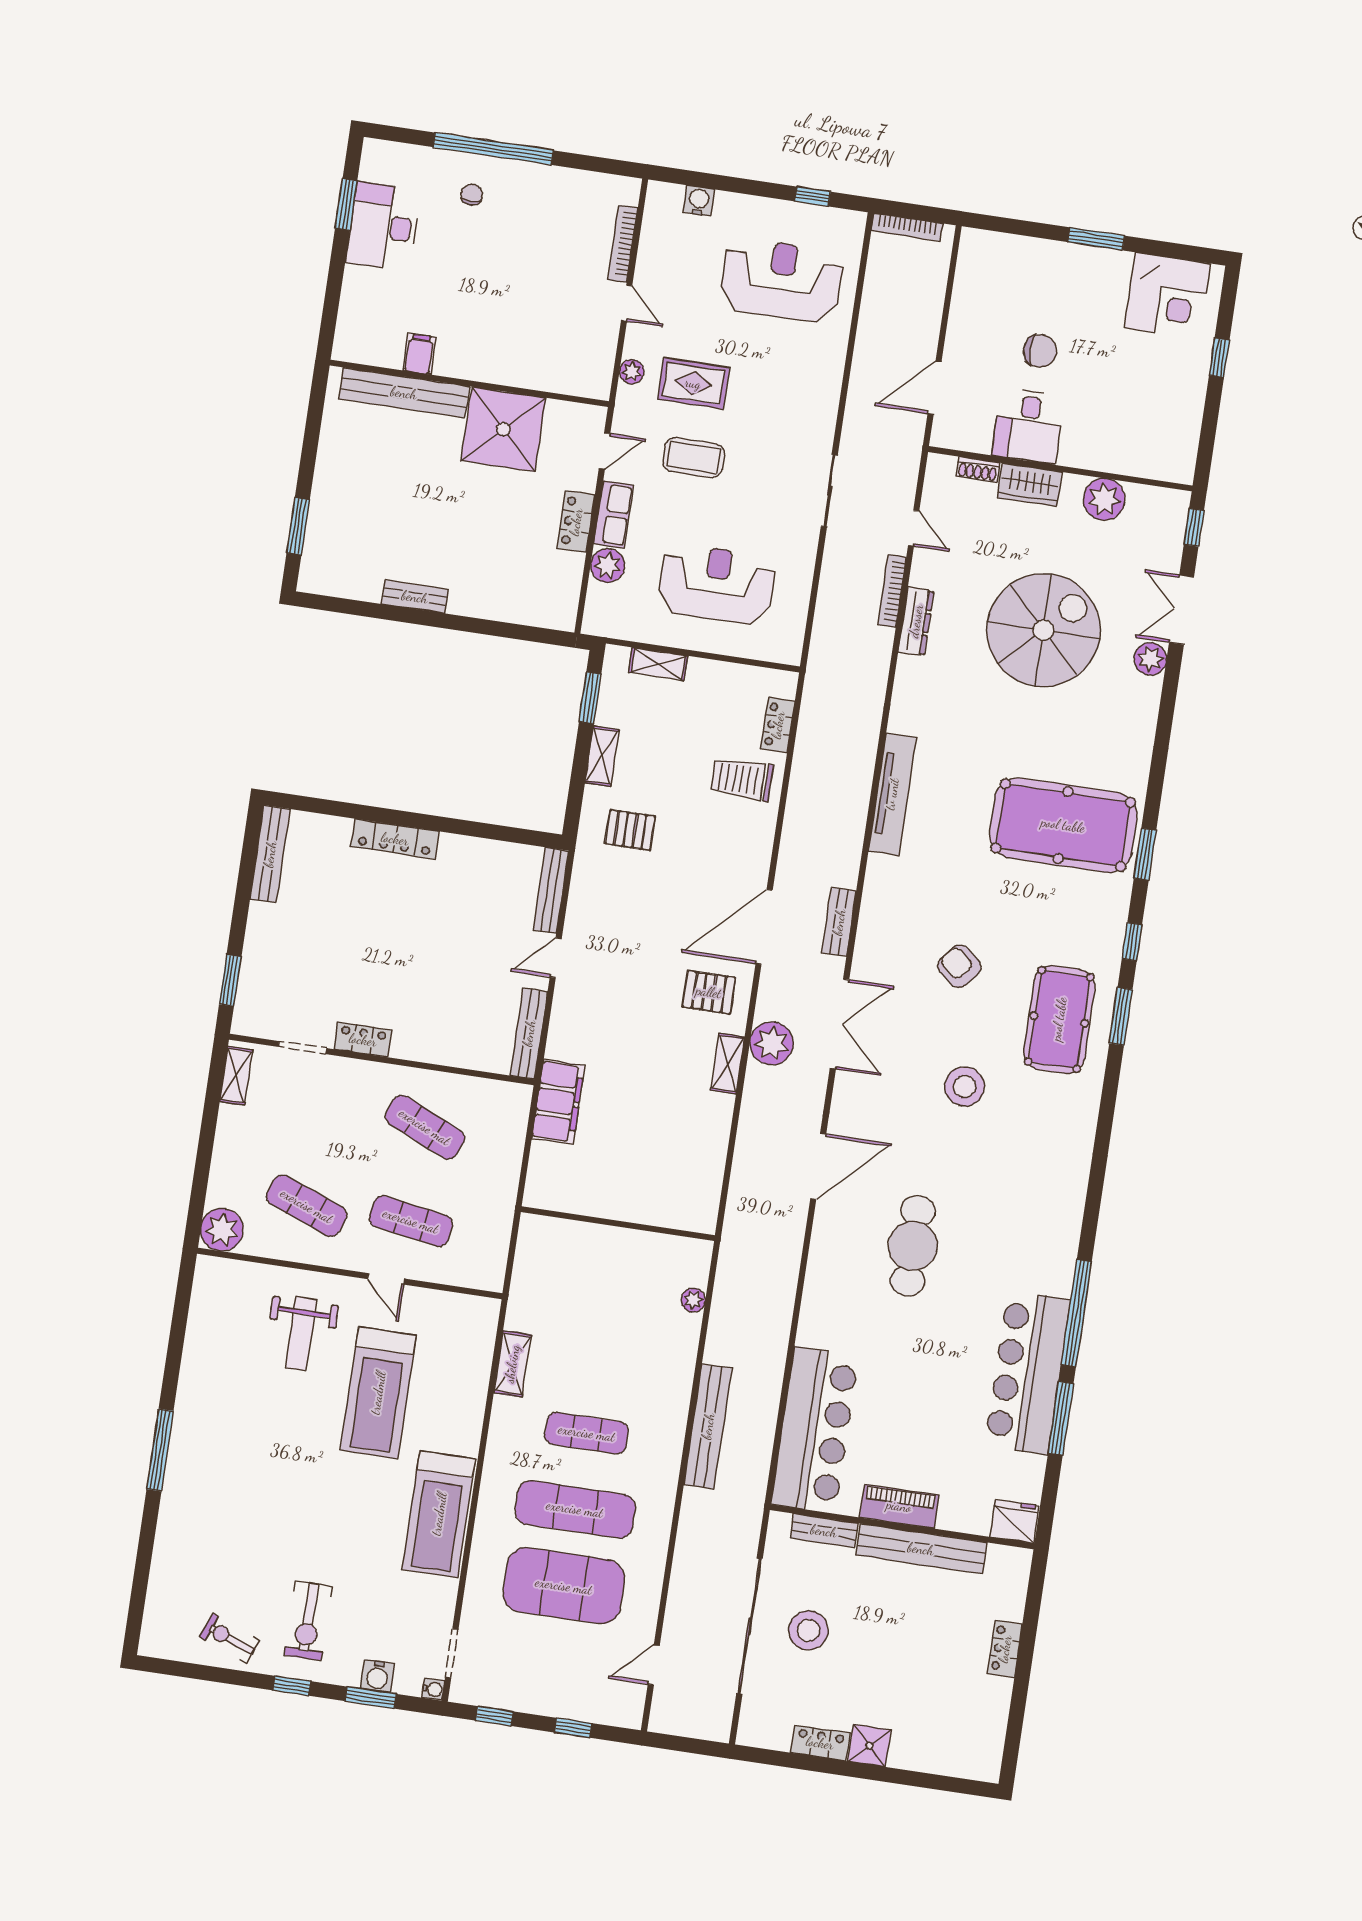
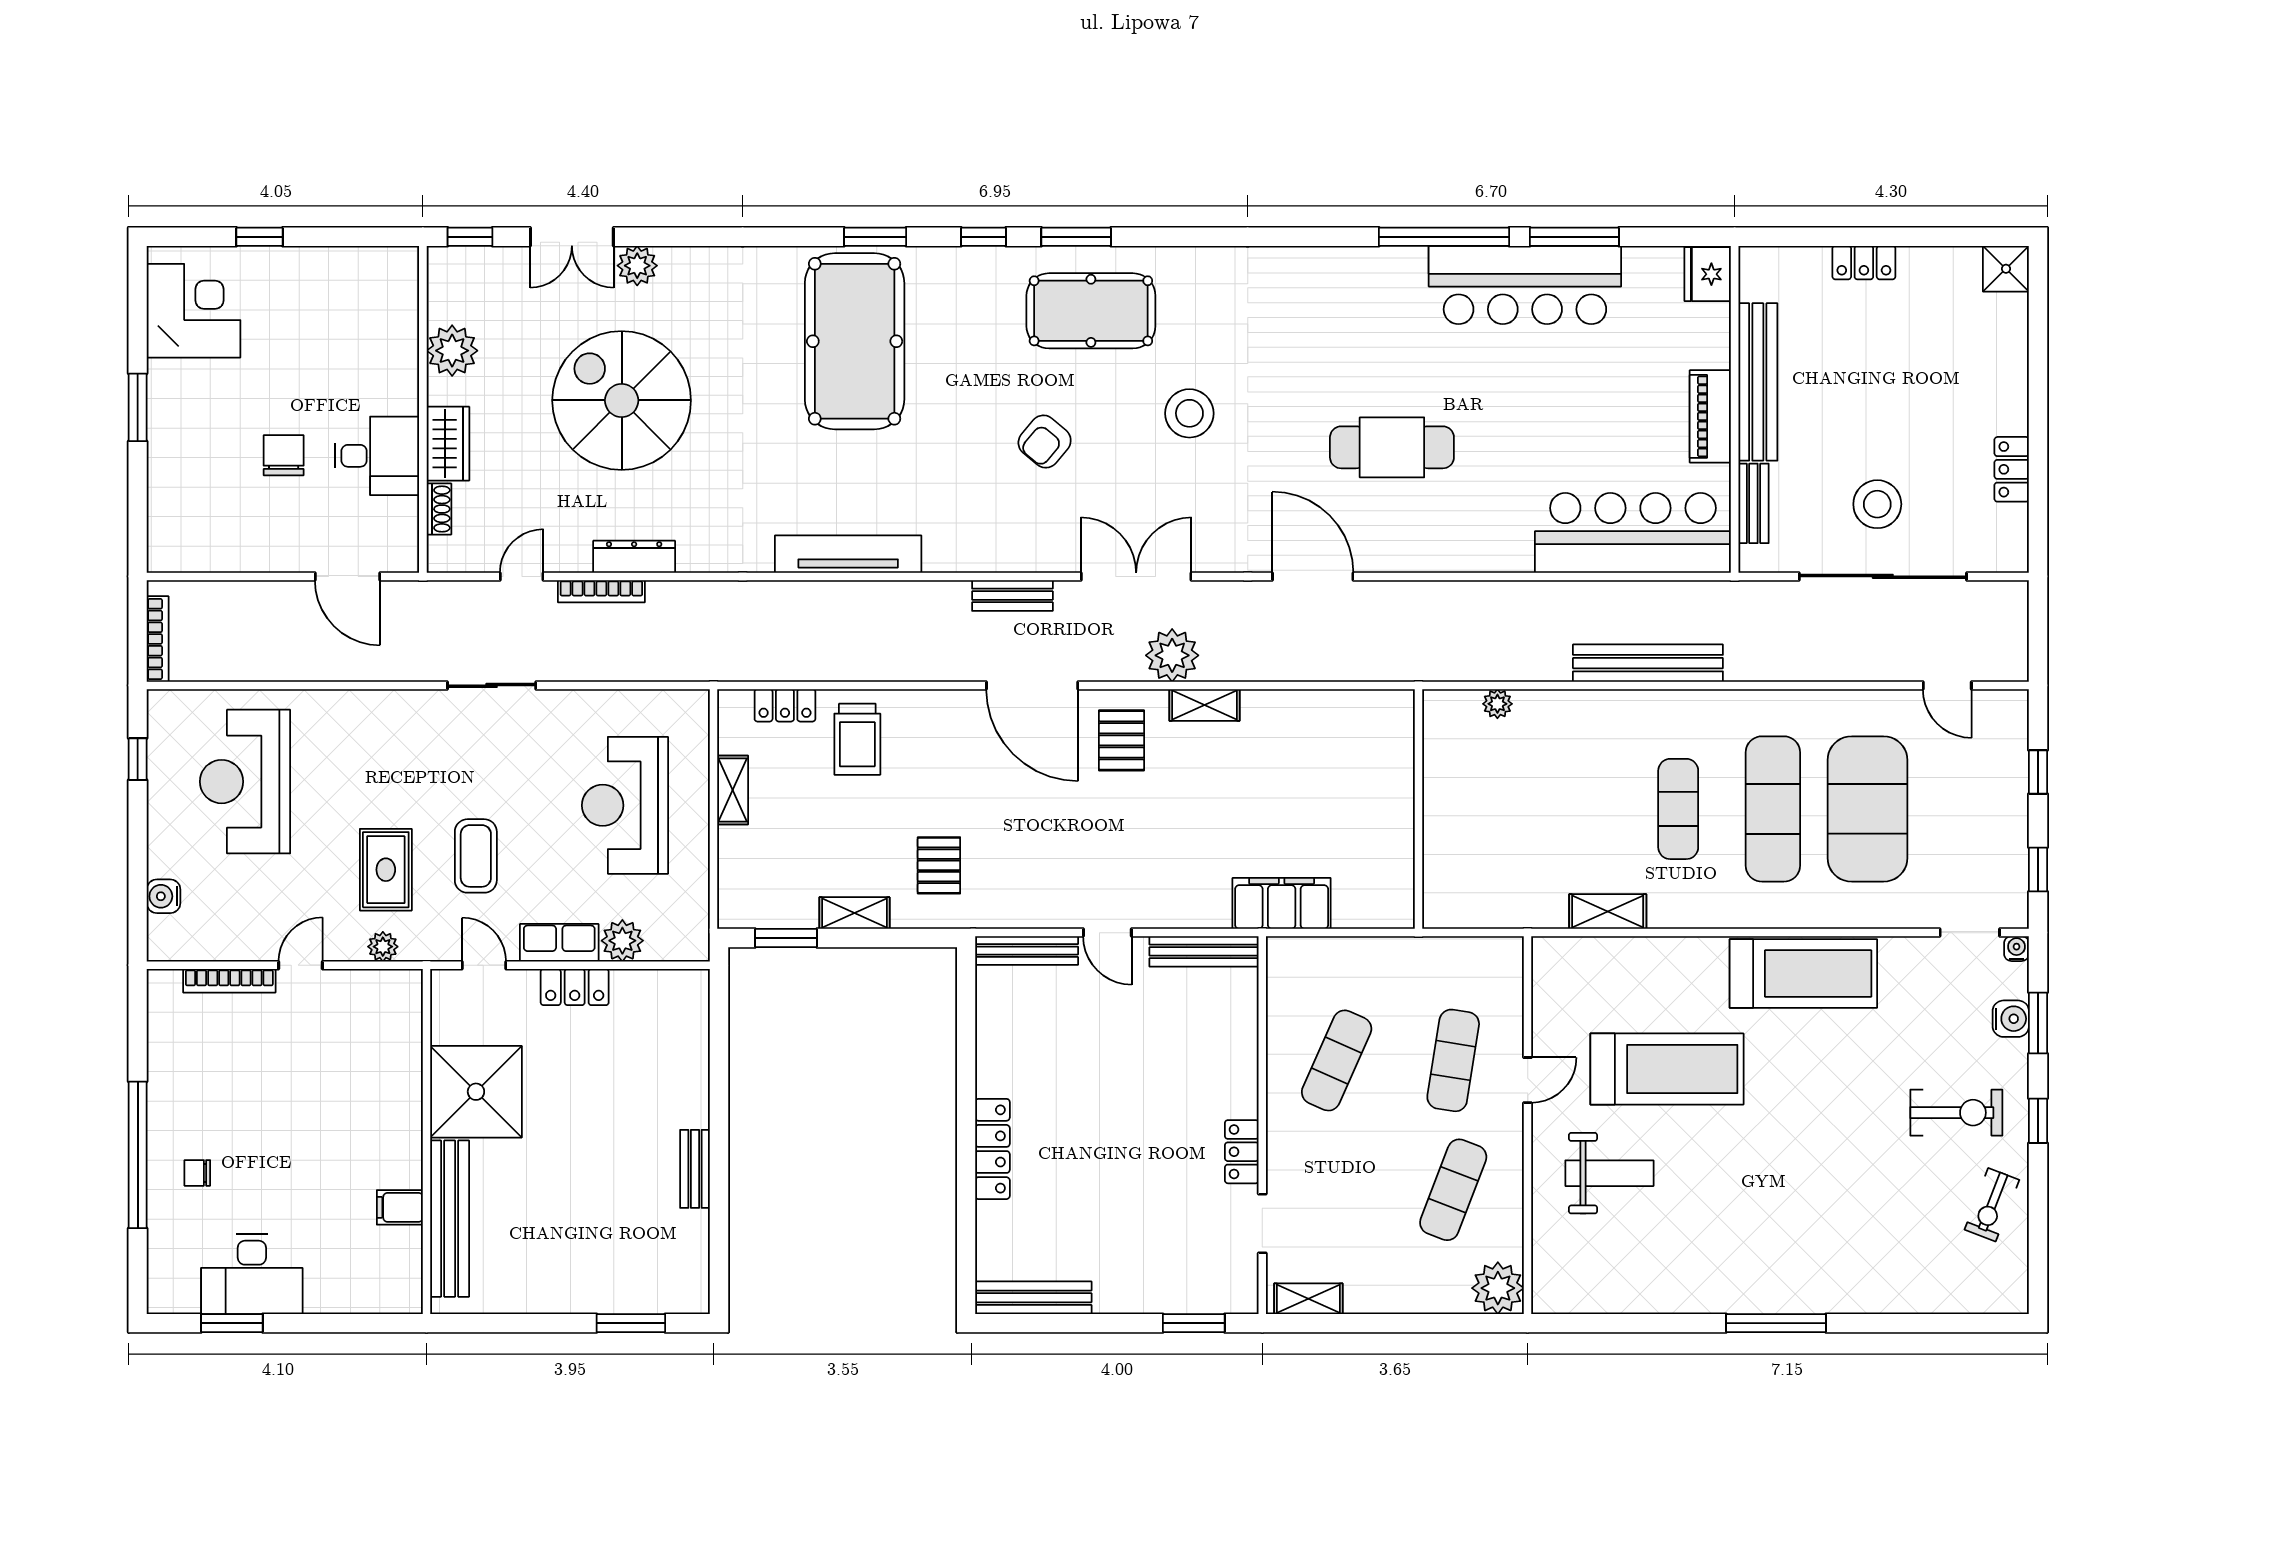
shelving: (658, 664) -> (733, 790), moved
shower: (869, 1746) -> (2006, 269), moved

